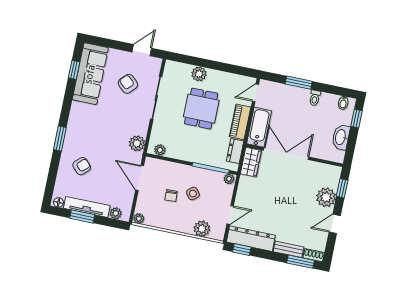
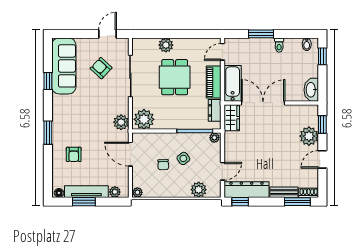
window: (74, 70) -> (48, 81), moved
washbasin: (341, 137) -> (311, 90), moved
plant: (160, 150) -> (144, 119), width x1.87, depth x1.87
armchair: (82, 166) -> (74, 154), turned 133

